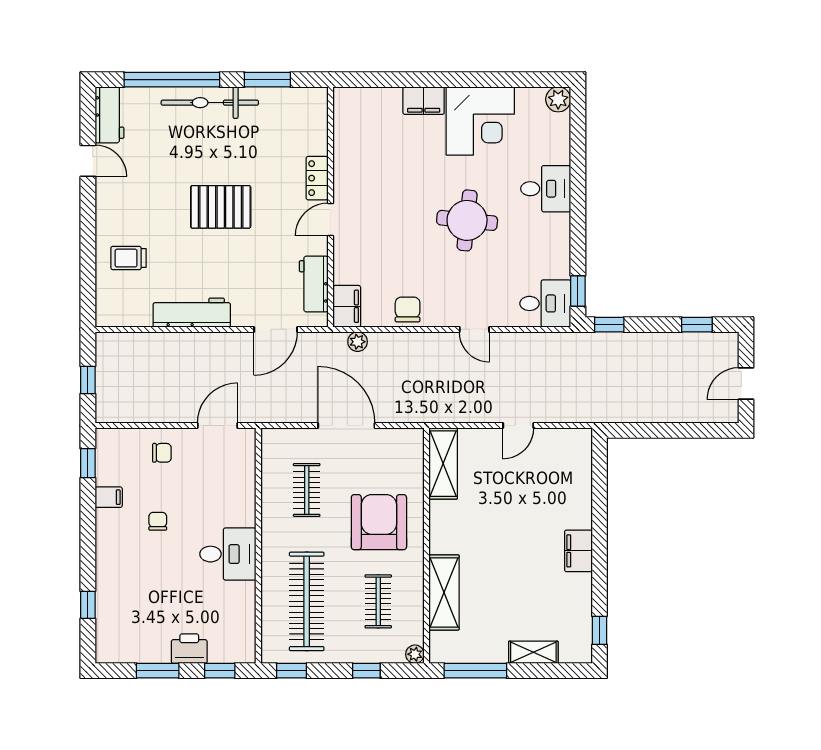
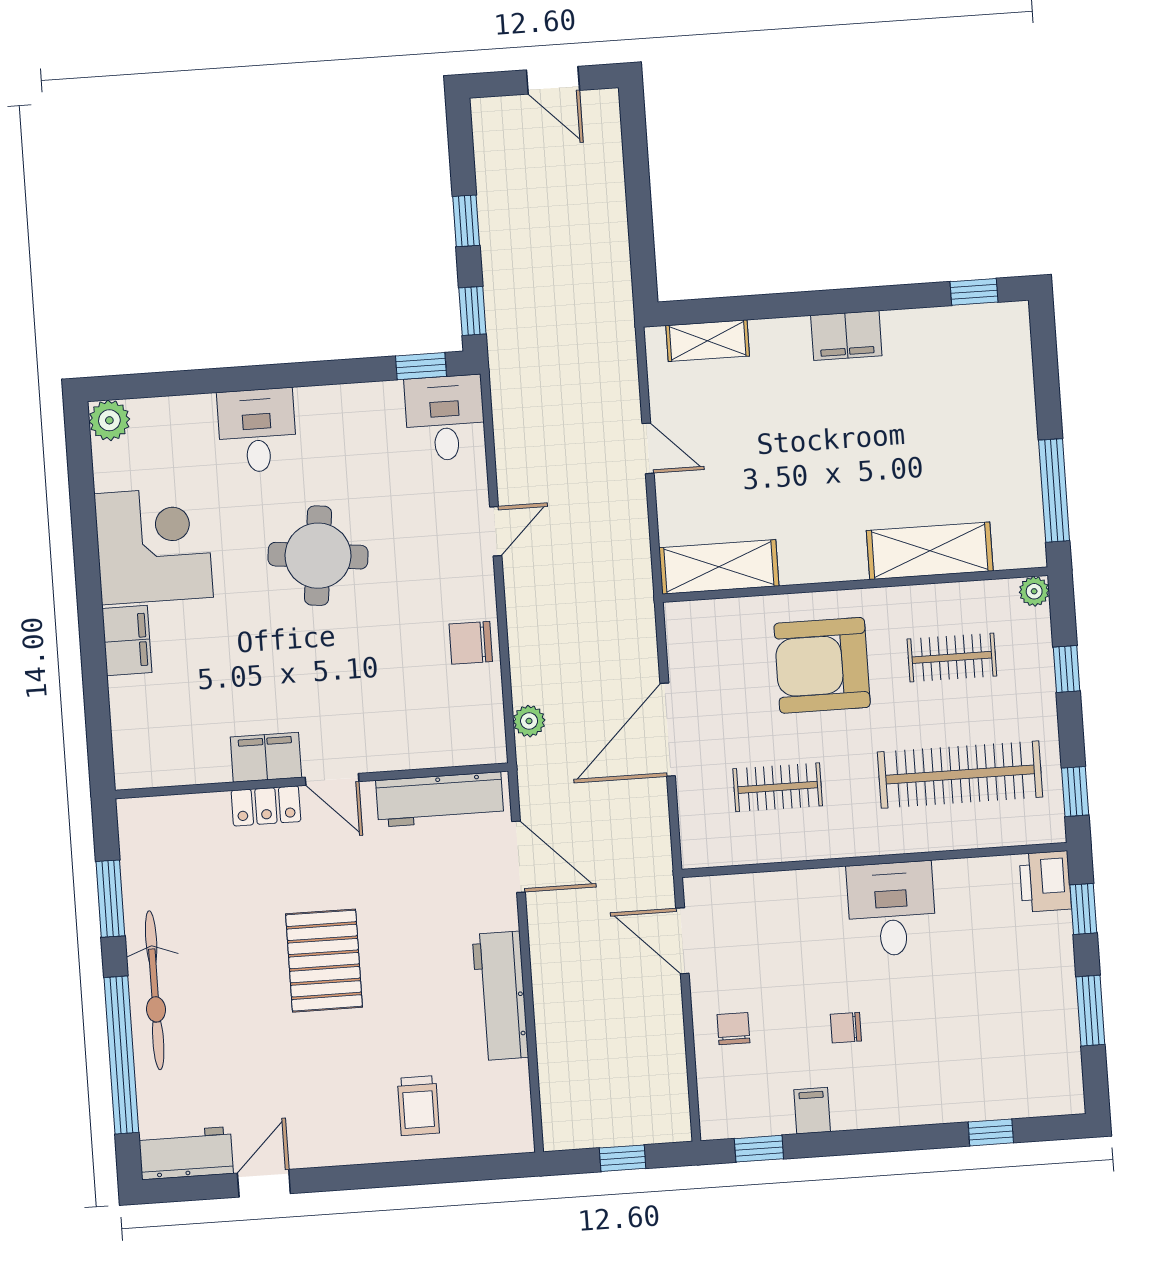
workbench: (314, 284) -> (440, 799), width x1.38
filing cabinet: (347, 306) -> (266, 757), moved
window: (697, 325) -> (466, 221), moved
printer: (189, 649) -> (1045, 881), moved
shelving: (533, 652) -> (708, 341), moved, turned 90

